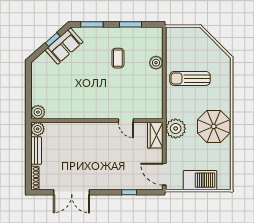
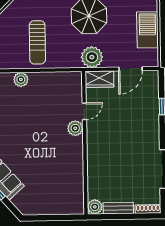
coffee table: (118, 58) -> (17, 121), removed
plant: (38, 112) -> (75, 128), moved
door: (164, 174) -> (130, 69), moved

